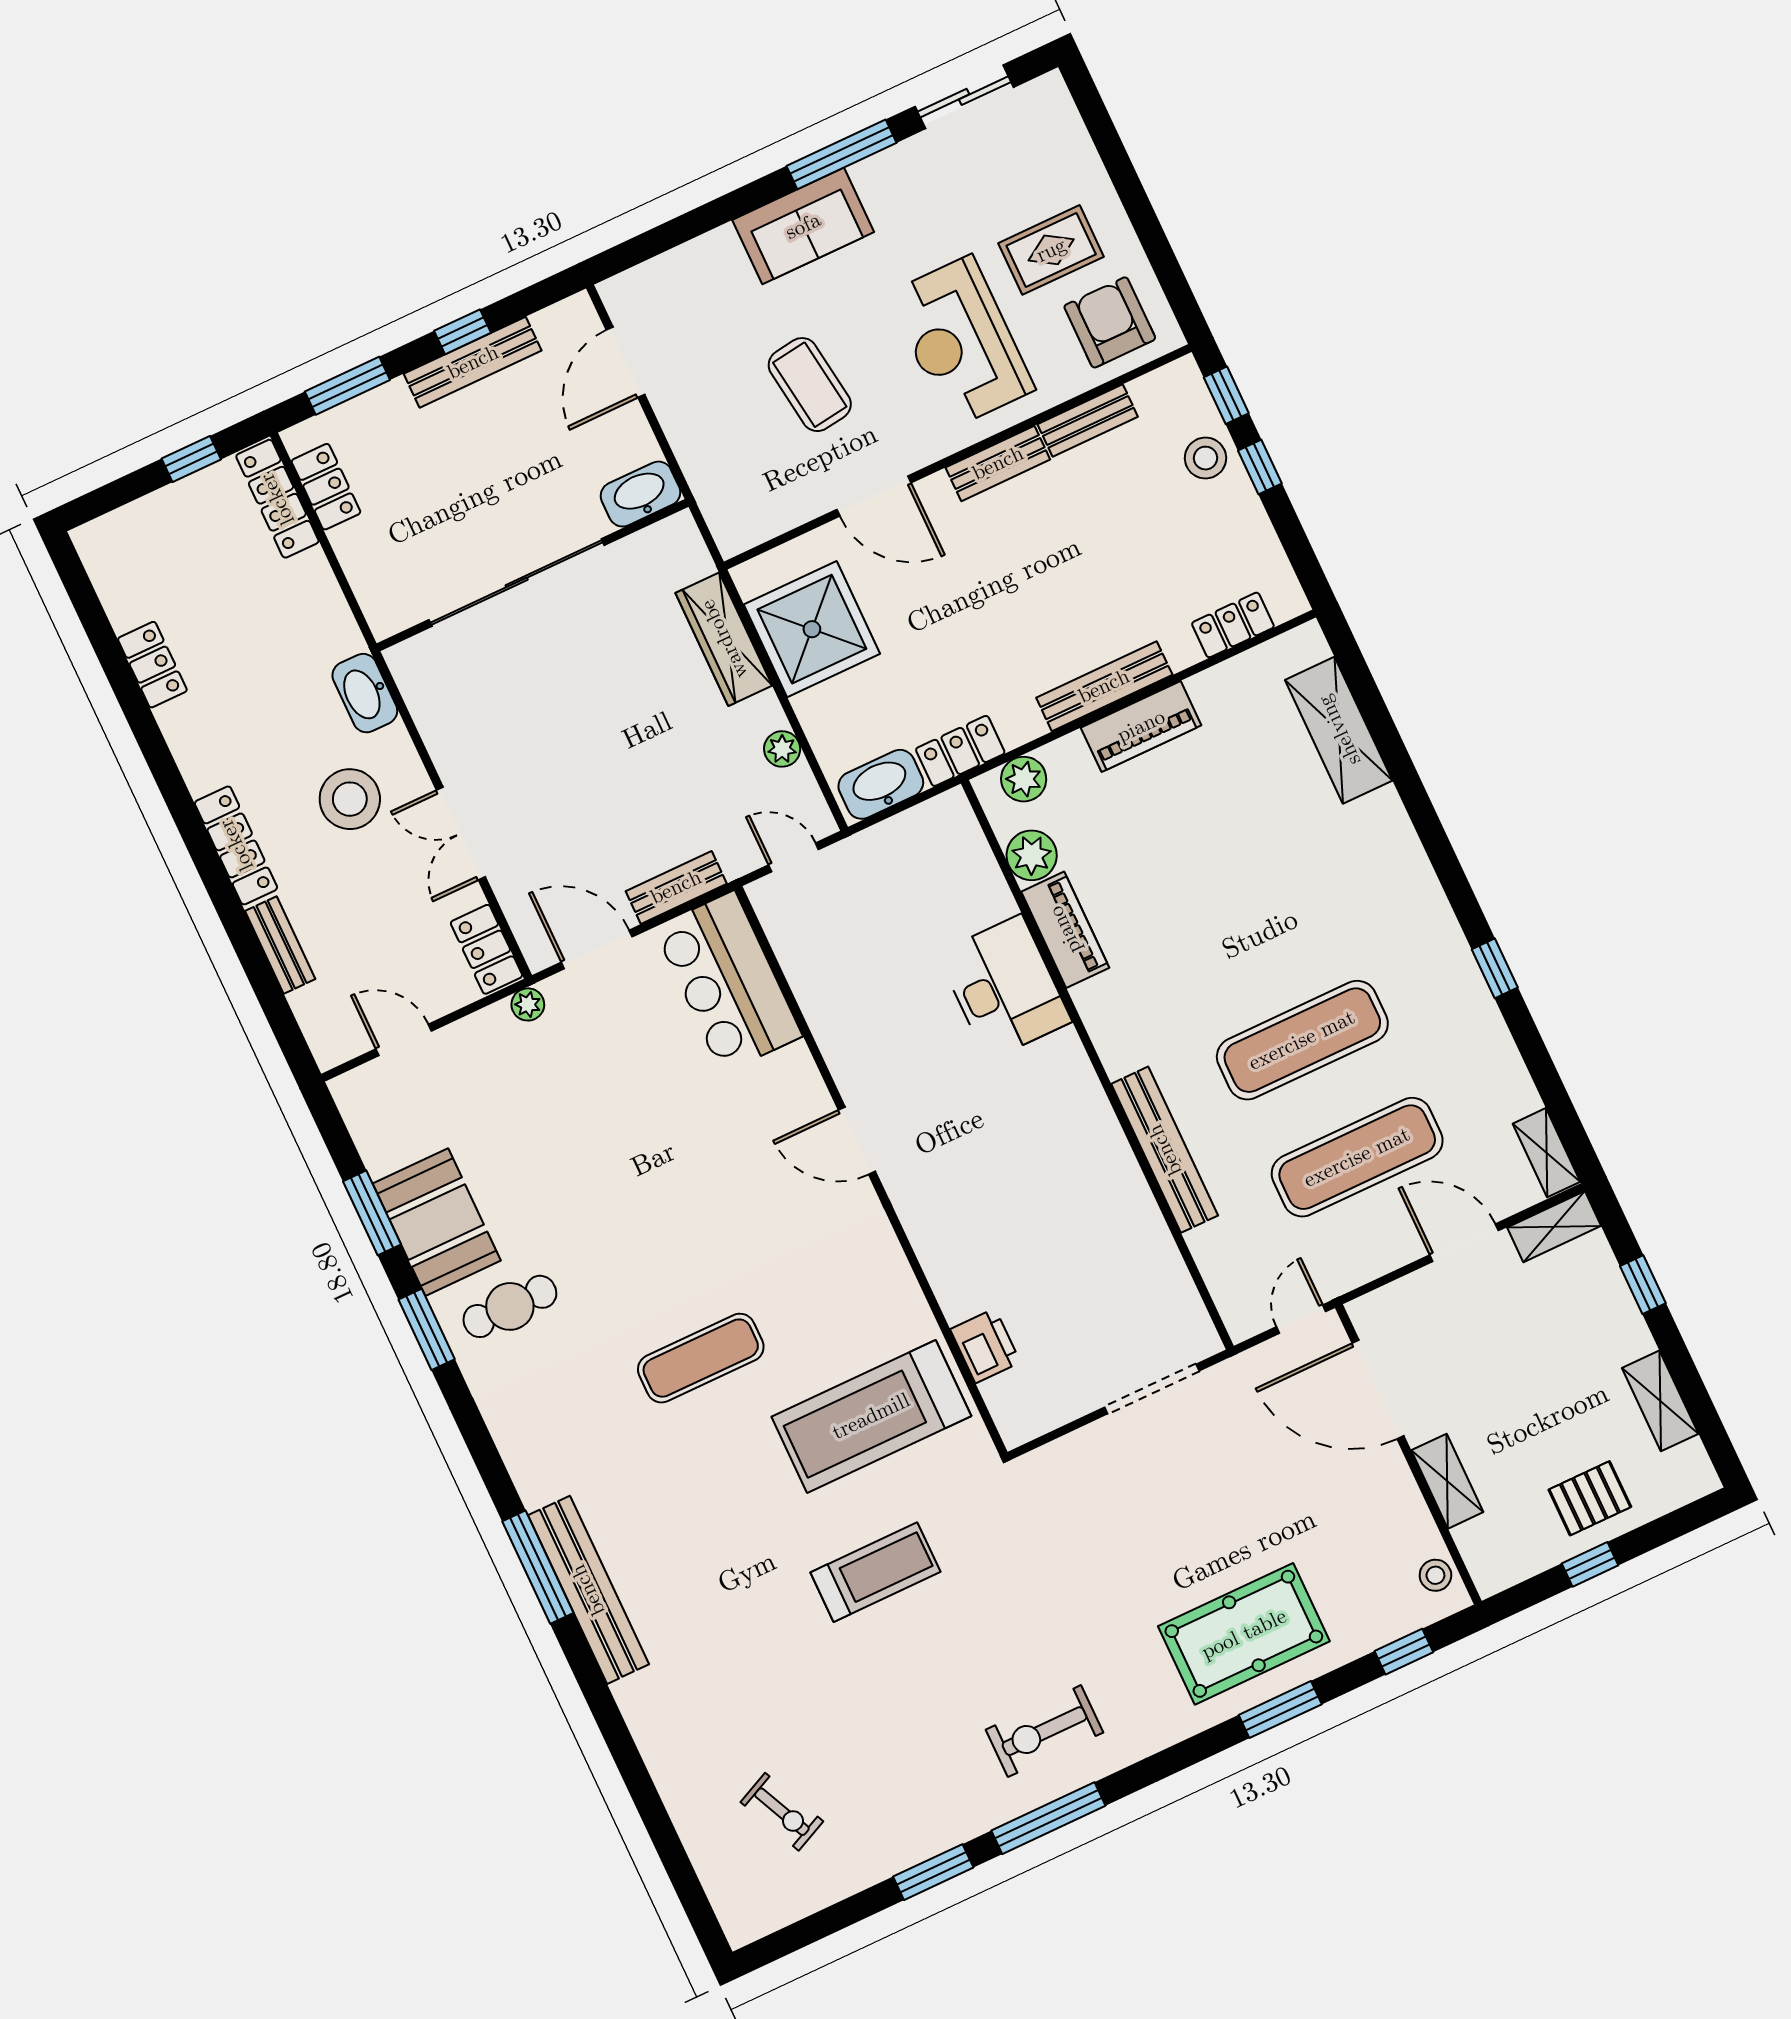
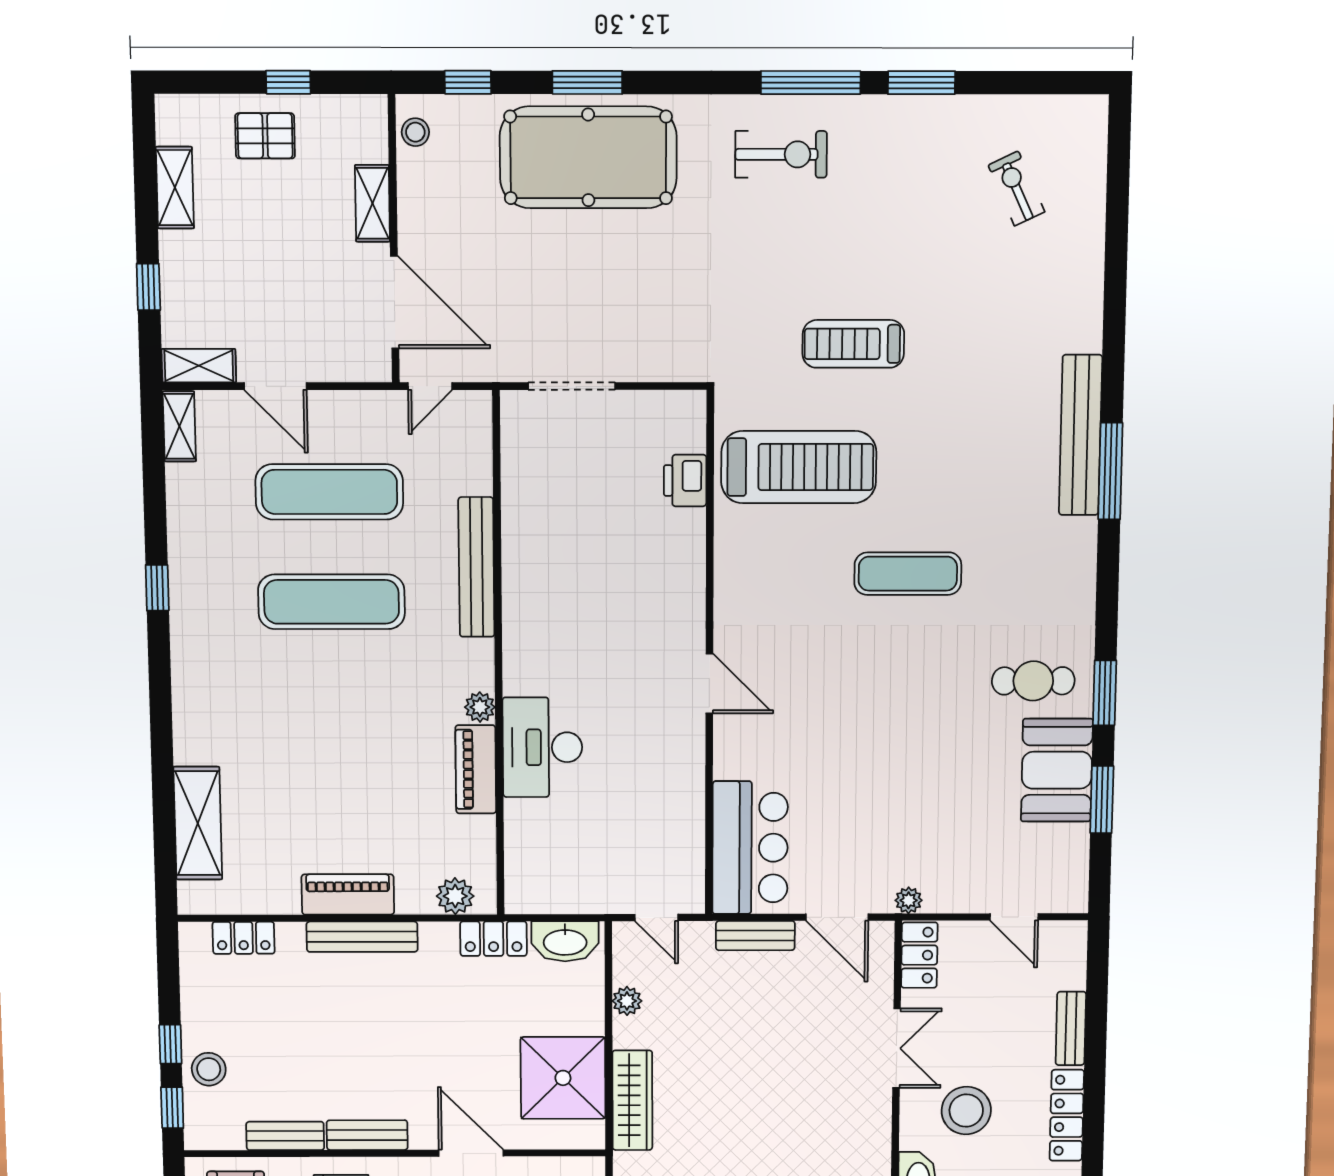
plant: (1032, 855) -> (480, 707), moved, width x0.73, depth x0.73
pool table: (1244, 1634) -> (588, 157), width x1.36, depth x1.32

